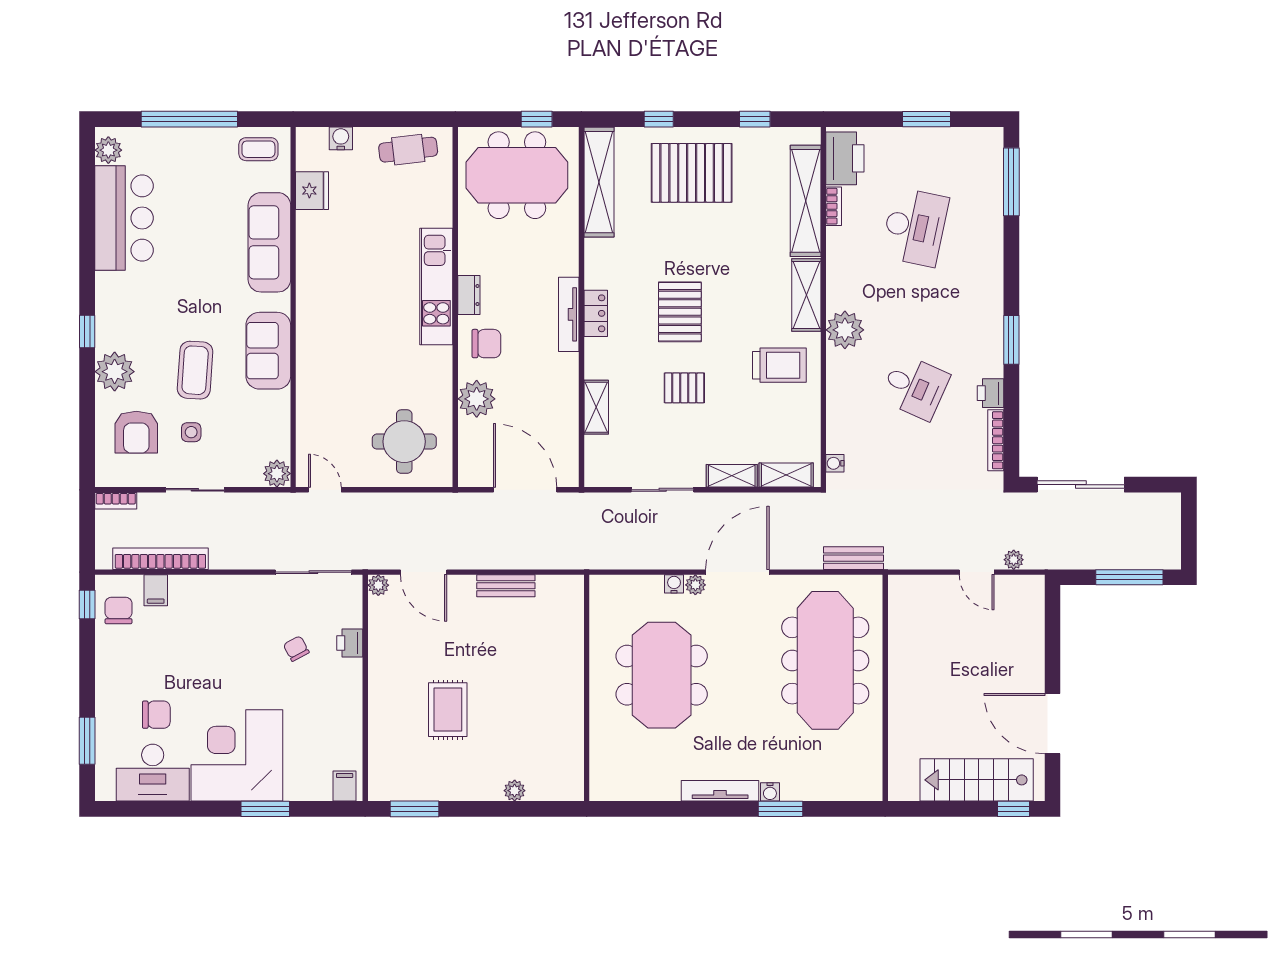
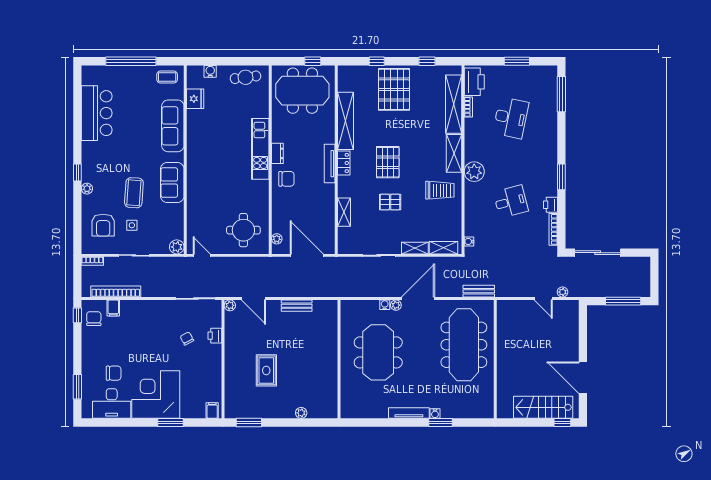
plant: (108, 150) -> (89, 77), removed
pallet: (692, 173) -> (394, 89), turned 90
shelving: (599, 182) -> (345, 121), moved
plant: (115, 372) -> (87, 189), width x0.53, depth x0.53
desk: (915, 387) -> (511, 202), turned -39
plant: (477, 399) -> (277, 239), moved, width x0.53, depth x0.53

